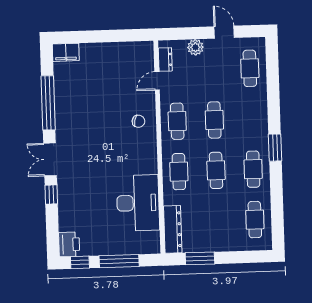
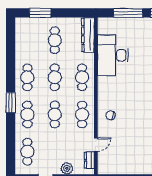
cafe table: (251, 119) -> (27, 114), added
window: (275, 148) -> (11, 103), moved
cafe table: (255, 220) -> (55, 40), moved
window: (200, 258) -> (40, 13), moved

